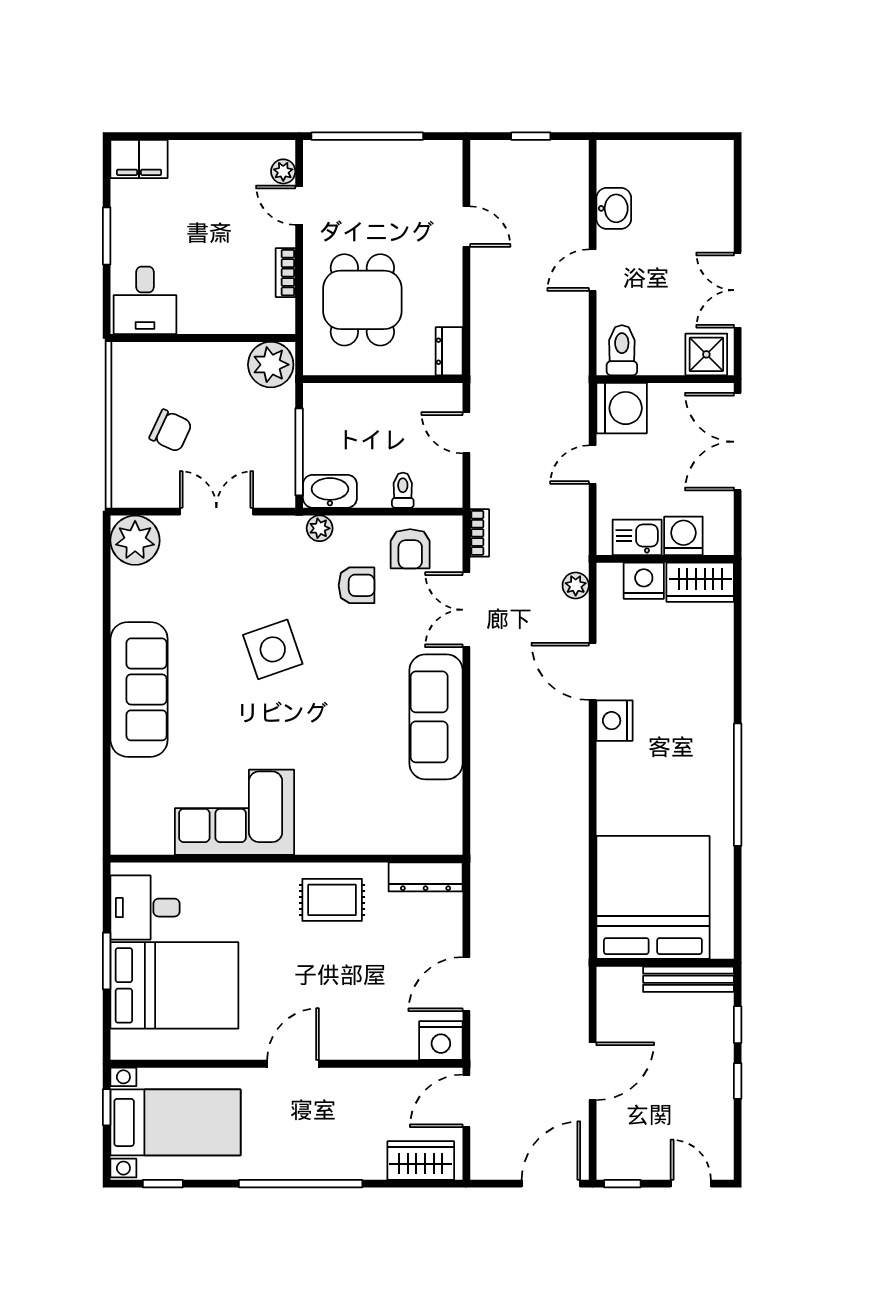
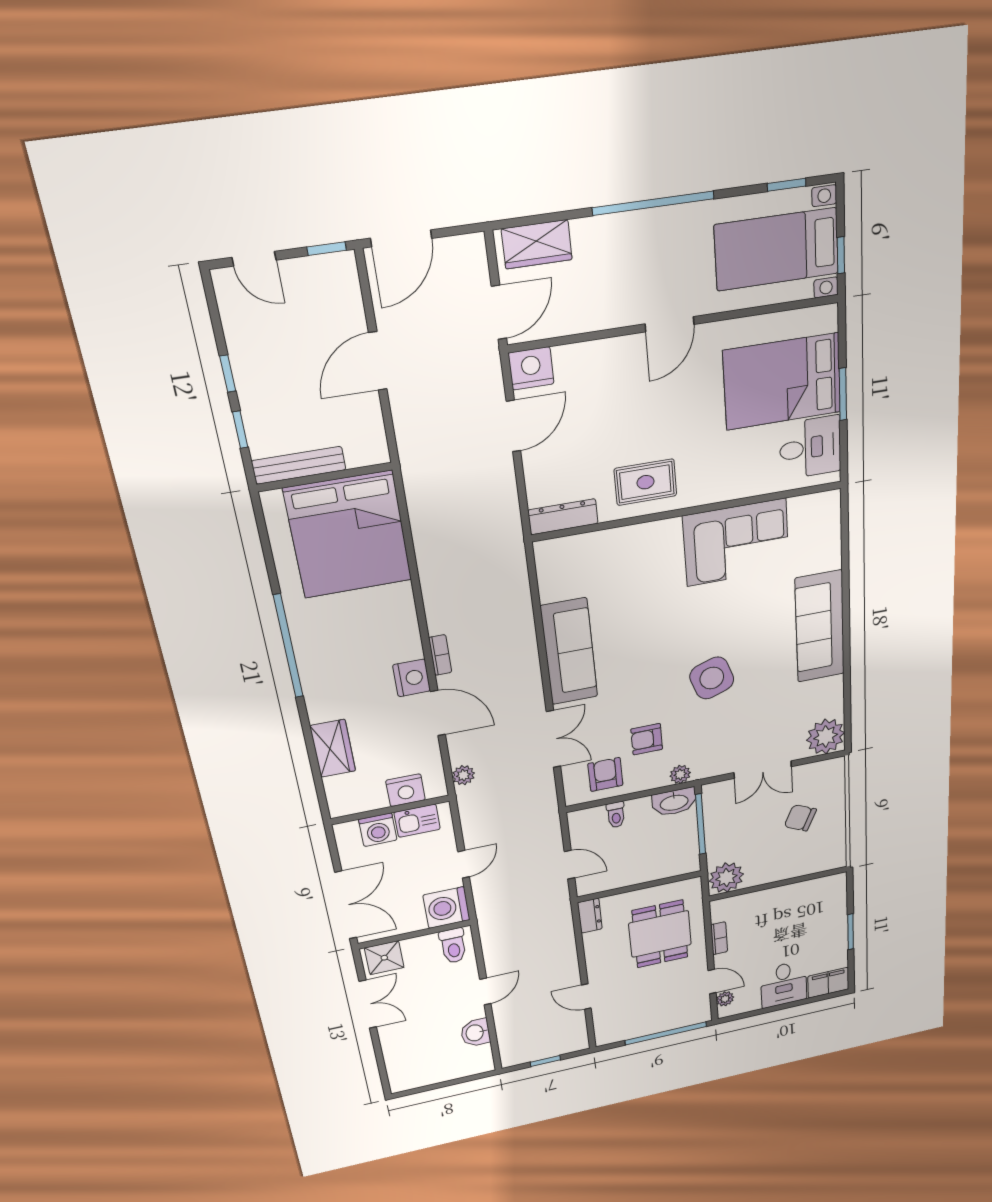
desk: (145, 300) -> (784, 984), moved, turned 180
bookcase: (480, 533) -> (440, 655), moved, turned 180
wardrobe: (700, 582) -> (333, 748), moved, turned 90

